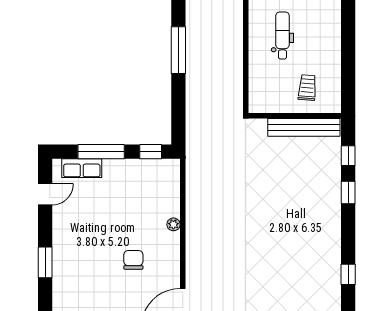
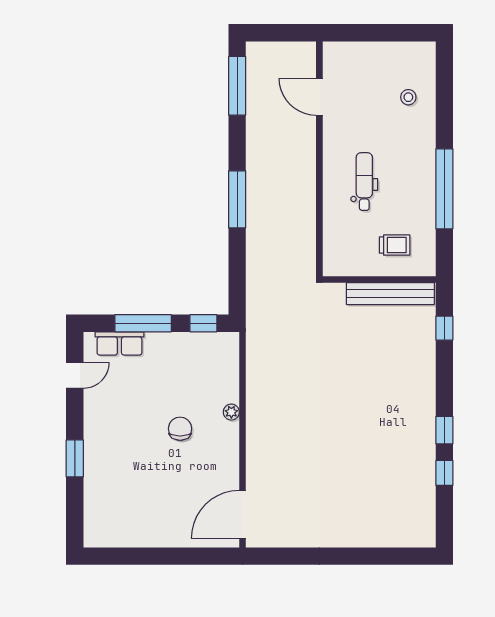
window: (348, 41) -> (444, 189), added
trolley: (307, 88) -> (395, 245), turned 85
window: (348, 192) -> (444, 430), moved
chair: (133, 260) -> (180, 429), moved

